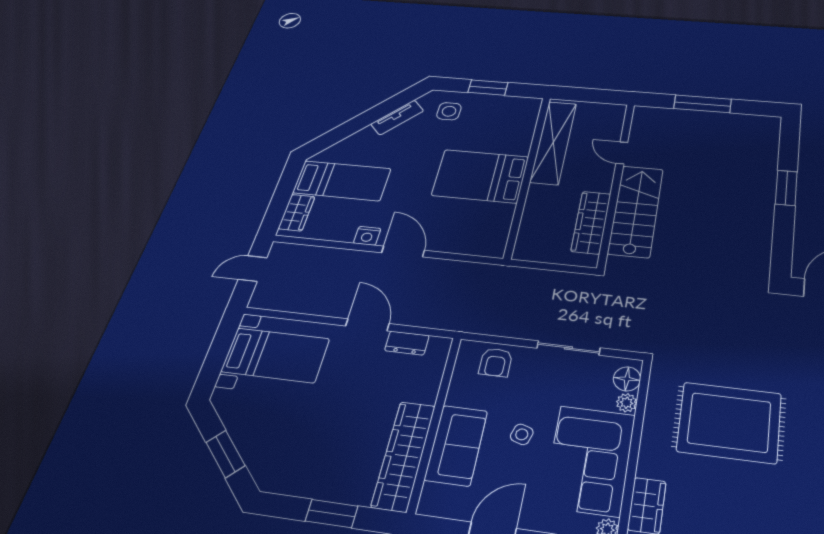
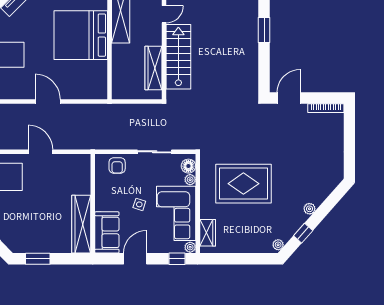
door: (622, 153) -> (164, 14), swing flipped
bed: (480, 176) -> (81, 35), width x1.36
nightstand: (367, 236) -> (23, 93), removed
dresser: (407, 343) -> (66, 160), removed
sofa: (456, 445) -> (107, 232), moved
window: (332, 514) -> (38, 259), moved

